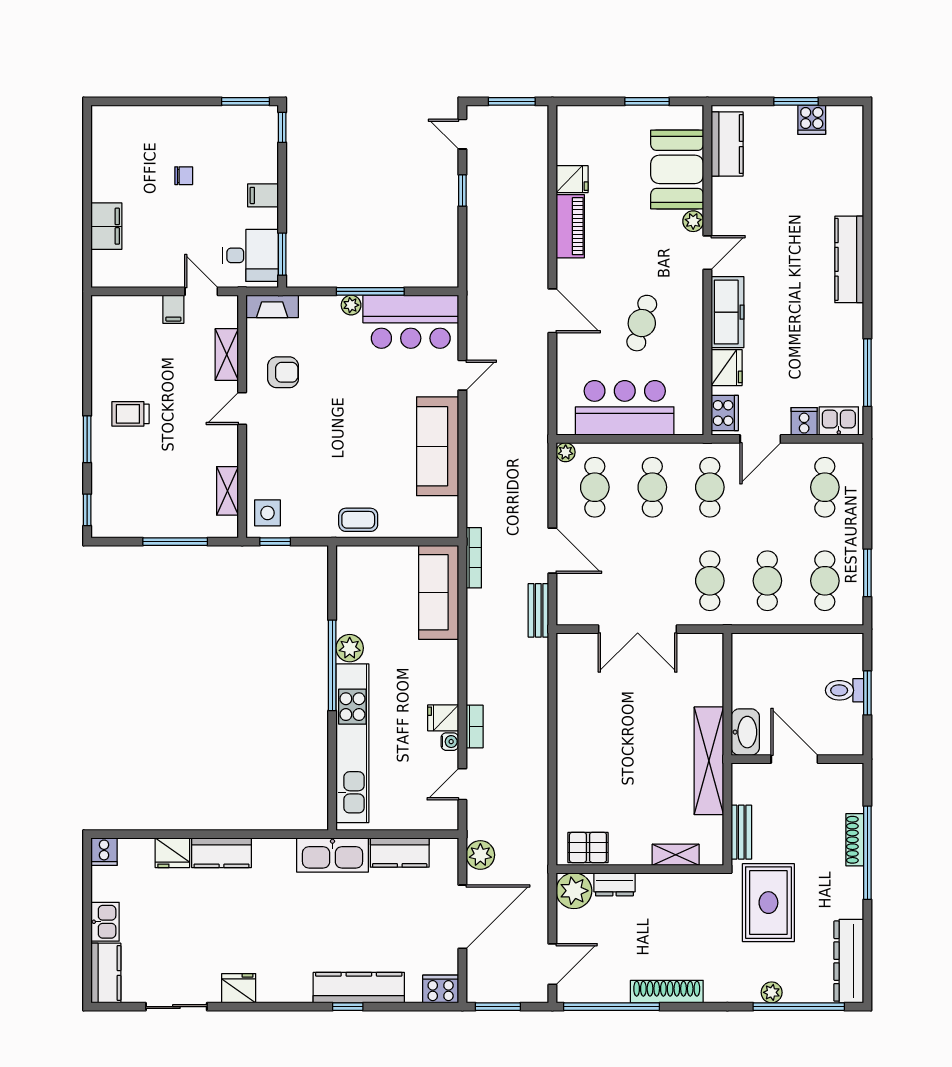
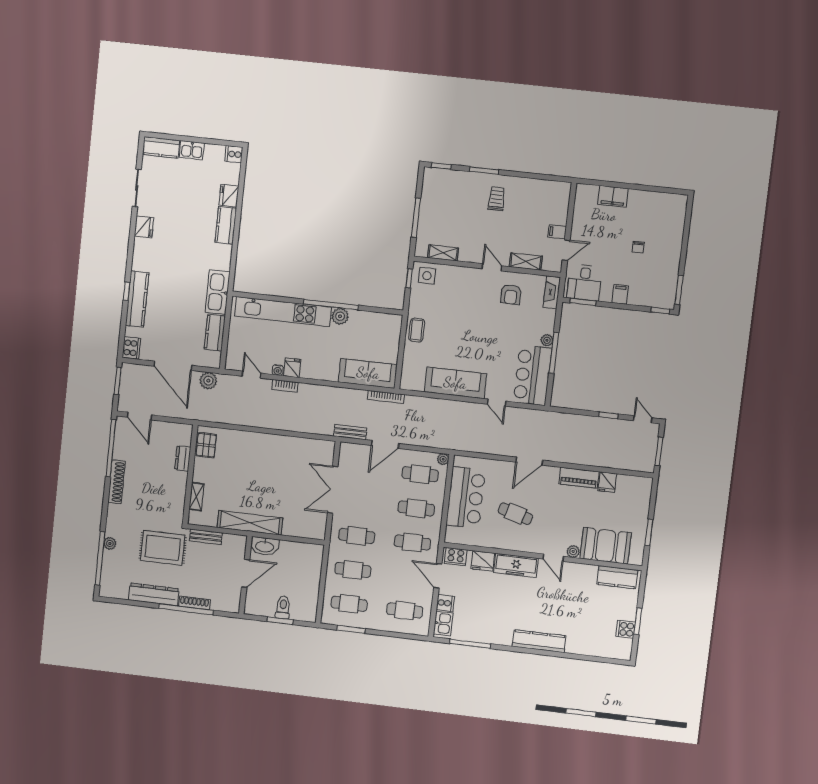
door: (462, 134) -> (643, 419), hinge flipped
plant: (574, 891) -> (181, 434), removed
dresser: (849, 961) -> (154, 594), moved

